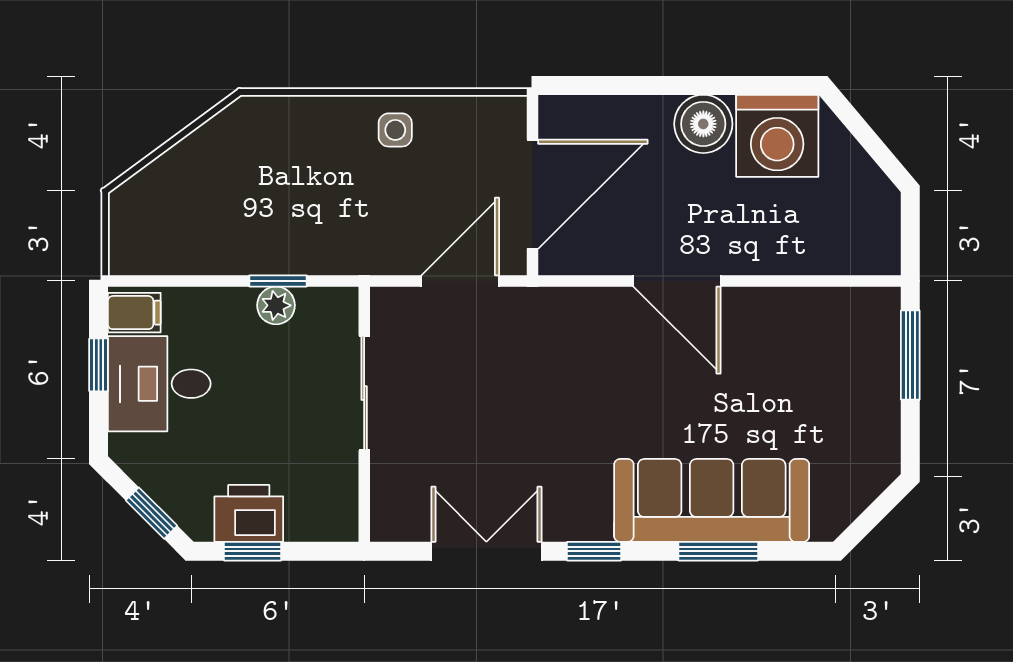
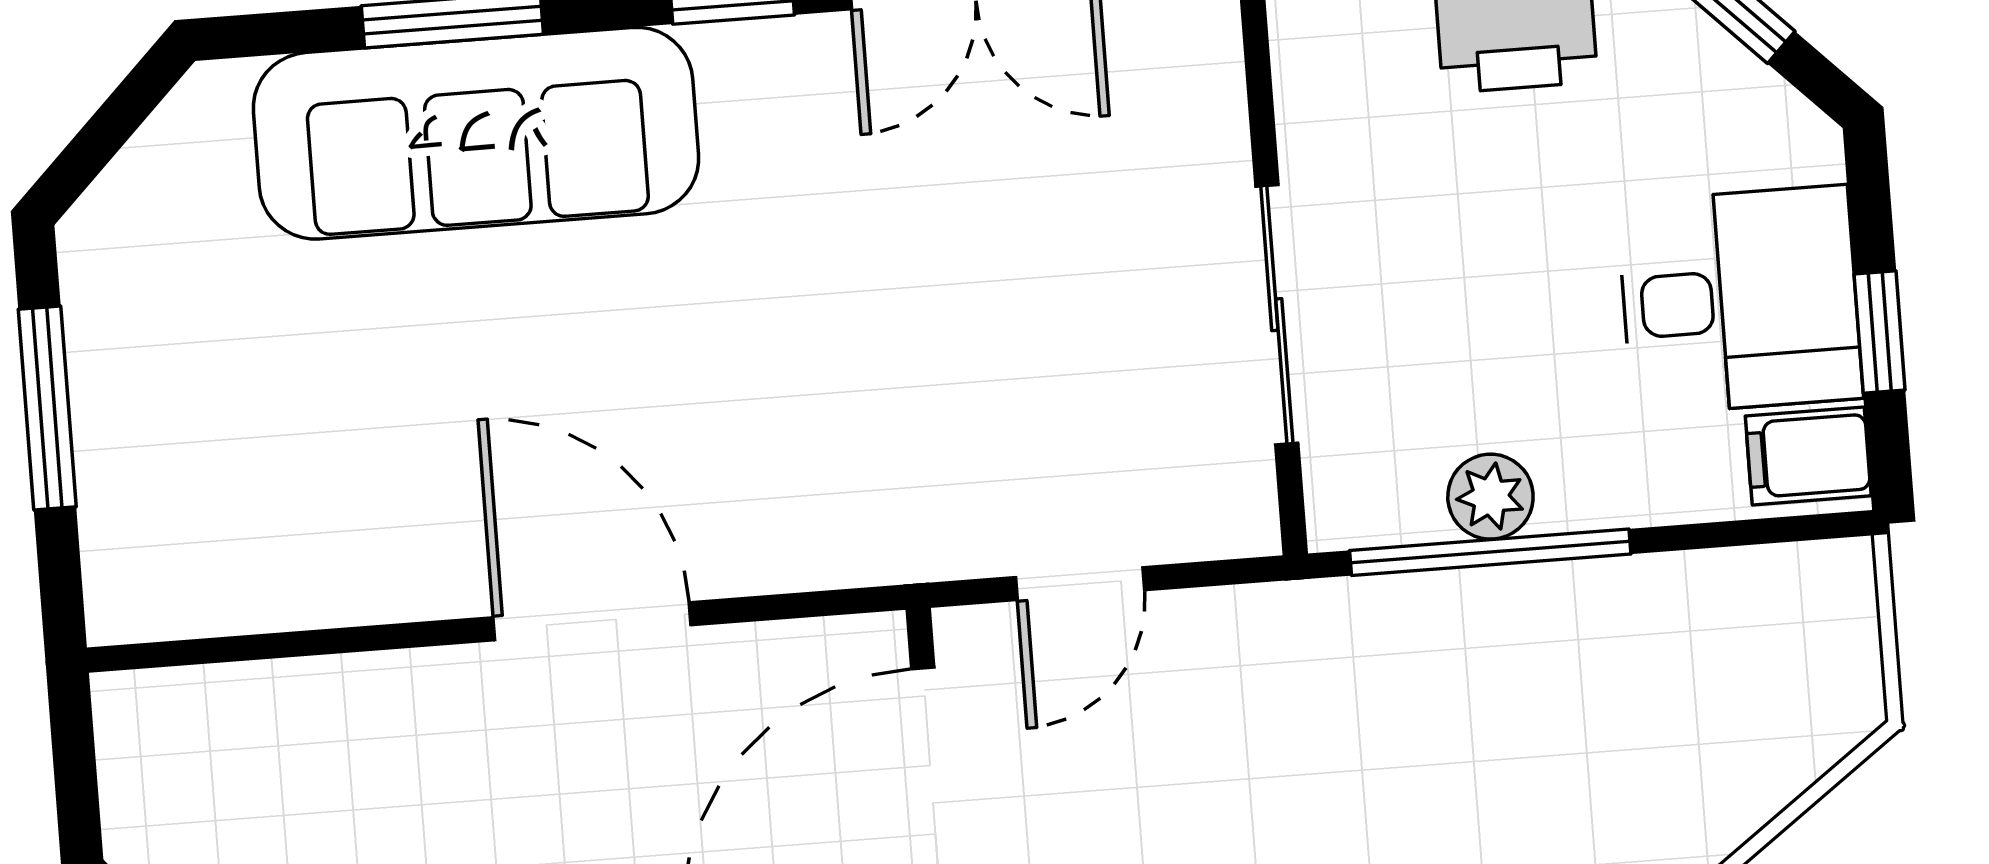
window: (278, 281) -> (1490, 552), width x2.17
door: (460, 281) -> (1080, 584), width x0.73
window: (910, 355) -> (47, 408), moved

